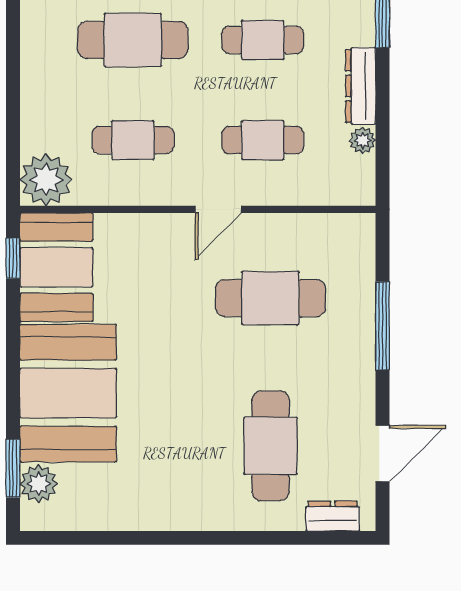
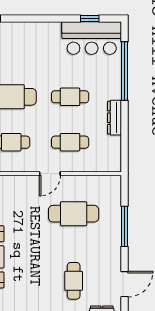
plant: (363, 140) -> (115, 142), removed
cafe table: (270, 446) -> (74, 281), width x0.73, depth x0.74

